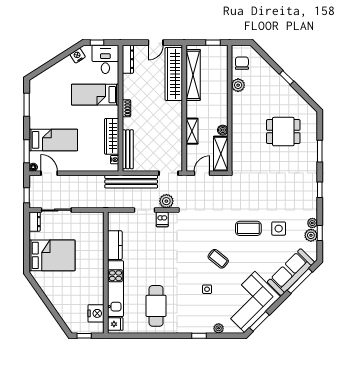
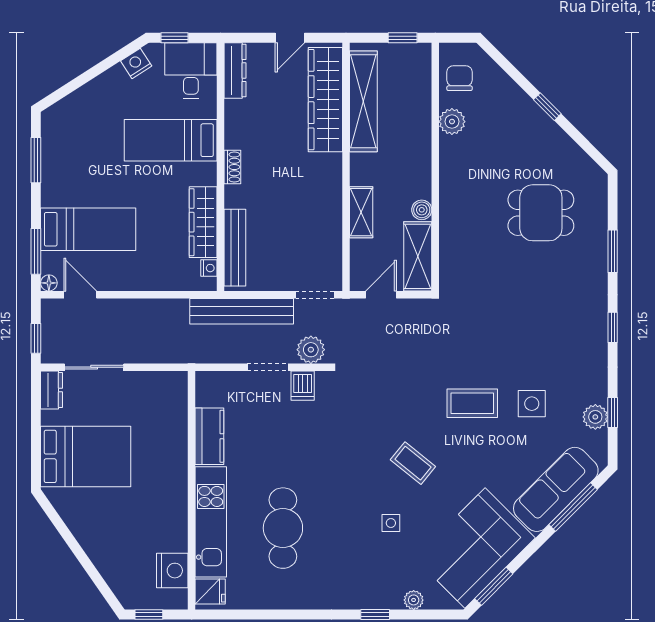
plant: (312, 223) -> (598, 393), removed
cafe table: (156, 306) -> (283, 528), moved

